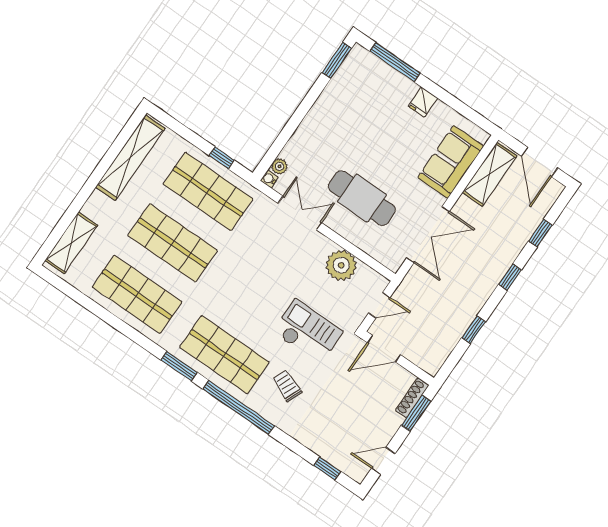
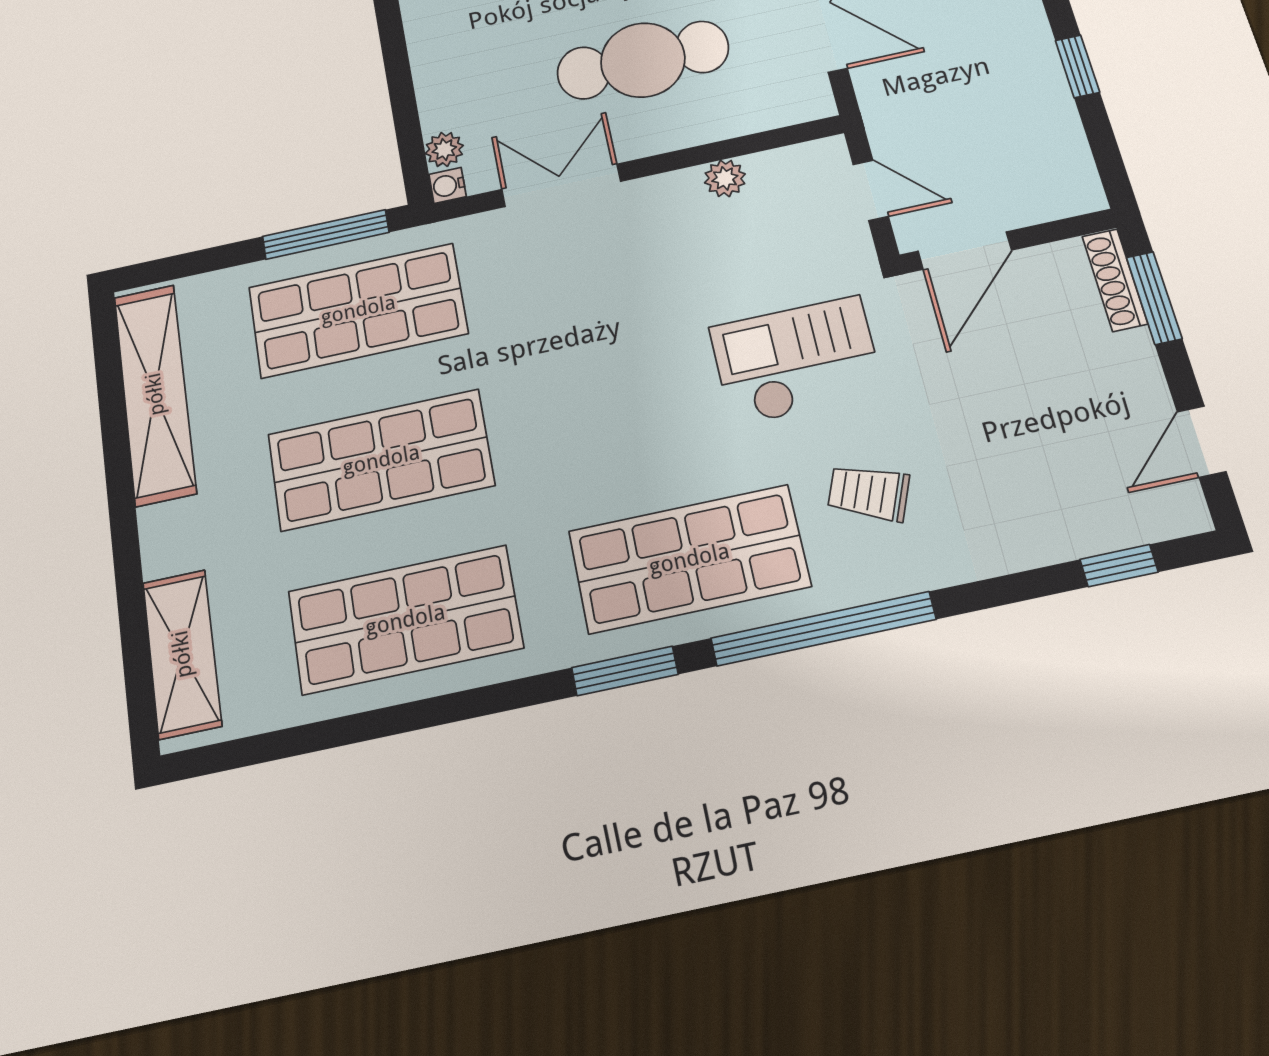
window: (222, 158) -> (326, 234), width x2.17
plant: (341, 265) -> (725, 178), width x0.53, depth x0.53
door: (379, 305) -> (871, 190), hinge flipped

